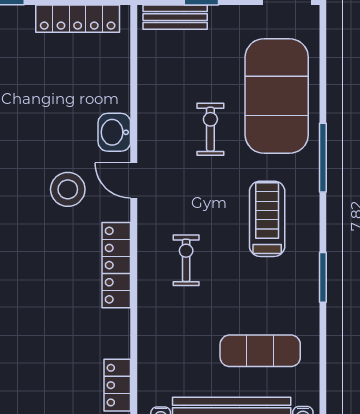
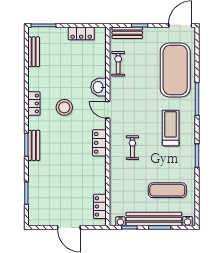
locker: (78, 19) -> (81, 33), width x0.66
exercise bike: (210, 129) -> (118, 64), moved
stool: (68, 189) -> (64, 107), moved
locker: (116, 265) -> (99, 143), width x0.66

